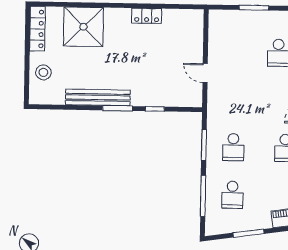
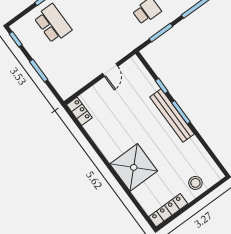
locker: (147, 16) -> (79, 111), moved
shower: (83, 27) -> (134, 167), moved
bench: (98, 97) -> (172, 116), moved

